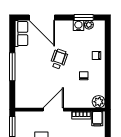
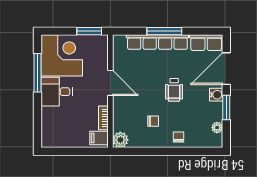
window: (84, 18) -> (226, 108), moved
water cooler: (78, 26) -> (216, 95), moved
wheelchair: (59, 59) -> (174, 90), turned 71
row of seats: (21, 72) -> (157, 42), added

